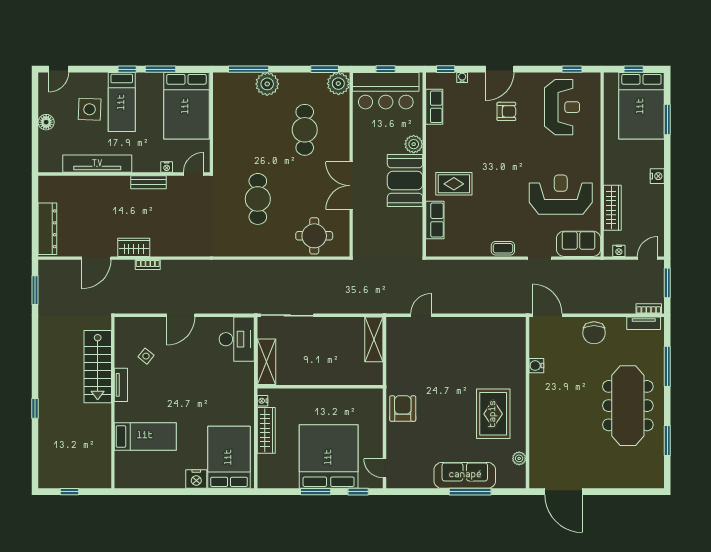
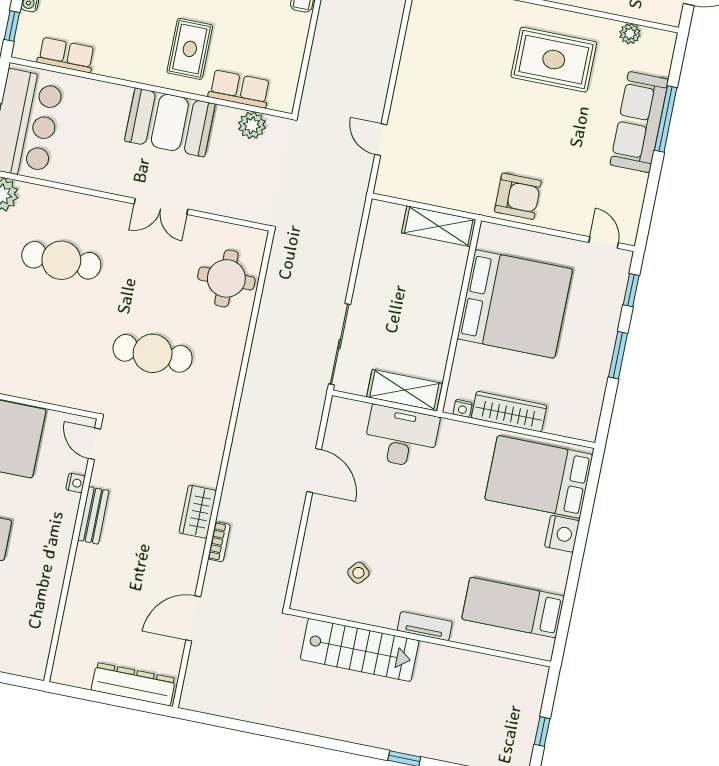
plant: (414, 144) -> (252, 125), moved
tv unit: (97, 164) -> (49, 588), removed
double door: (351, 186) -> (161, 206), width x0.73
wardrobe: (134, 247) -> (198, 512), moved
door: (96, 258) -> (193, 618), swing flipped
window: (35, 290) -> (223, 722), removed
door: (181, 315) -> (314, 471), moved
desk: (237, 339) -> (401, 437), moved
shelving: (374, 339) -> (439, 226), moved
tv unit: (121, 385) -> (425, 626), moved
armchair: (403, 409) -> (518, 196), turned 180
bed: (145, 436) -> (513, 608), moved, turned -90
bed: (329, 457) -> (515, 304), moved, turned 180
door: (384, 468) -> (604, 243), swing flipped

